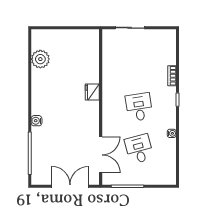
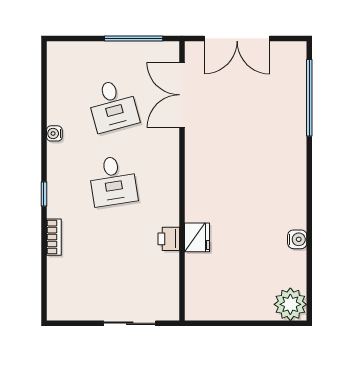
plant: (40, 59) -> (290, 304), moved
printer: (108, 75) -> (169, 239), added
fridge: (92, 92) -> (197, 237), moved
water cooler: (36, 121) -> (297, 239), moved

